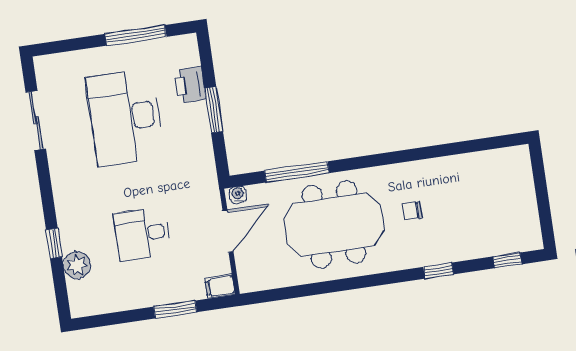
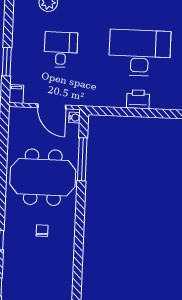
printer: (190, 85) -> (138, 99), moved
window: (214, 110) -> (134, 112), removed
meeting table: (334, 225) -> (43, 177), turned 90

